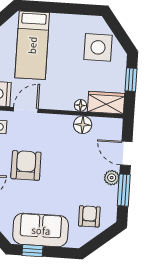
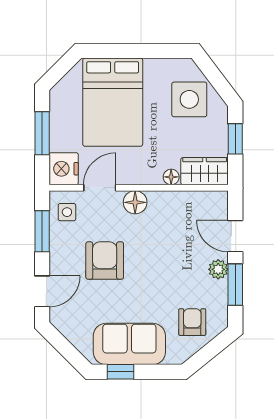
bed: (32, 45) -> (113, 102), width x1.50
floor lamp: (83, 125) -> (135, 202), moved

